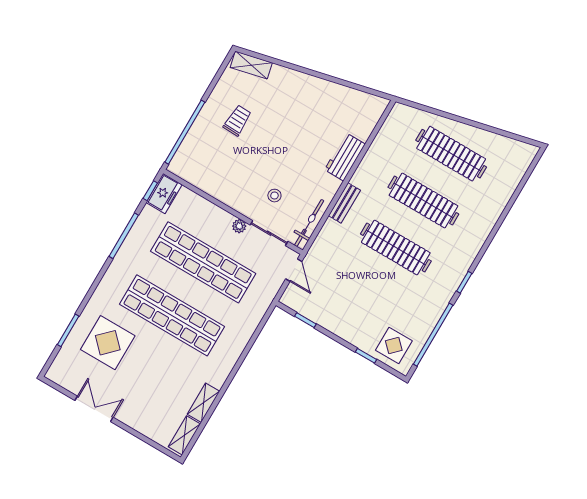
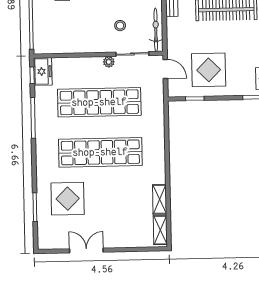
display table: (338, 299) -> (209, 70), added

